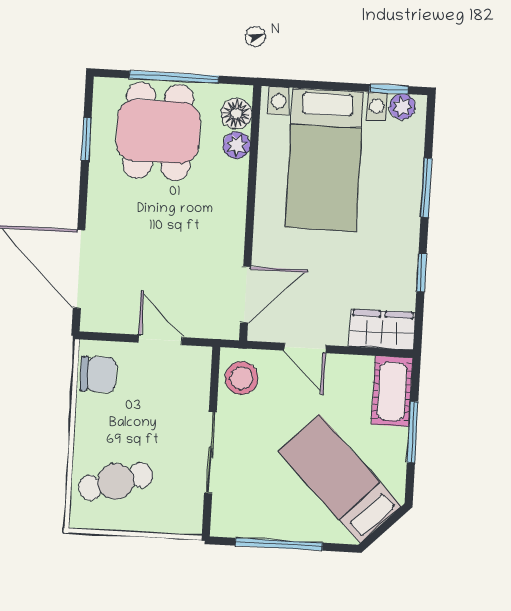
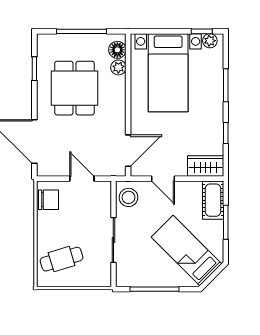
dining table: (158, 131) -> (75, 88), moved

